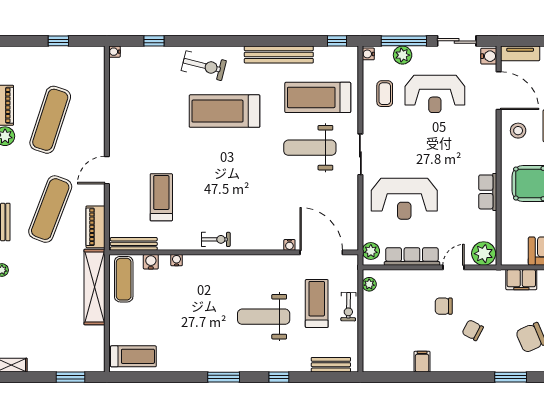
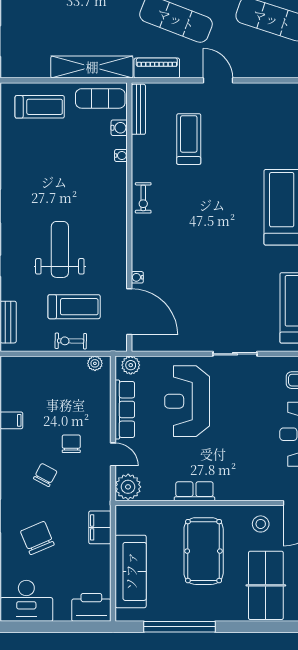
weight bench: (310, 148) -> (242, 299), removed
treadmill: (161, 197) -> (189, 139), turned -90
door: (321, 252) -> (129, 312), hinge flipped
treadmill: (133, 356) -> (40, 107), moved, turned -90

